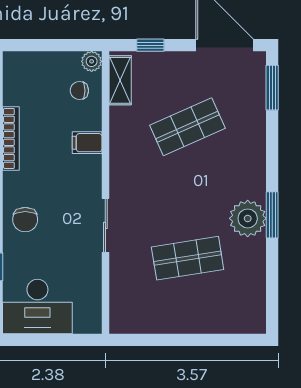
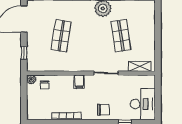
shelving: (120, 80) -> (140, 66), moved
shop shelf: (188, 127) -> (61, 36), turned 33
filing cabinet: (87, 143) -> (79, 81), moved

